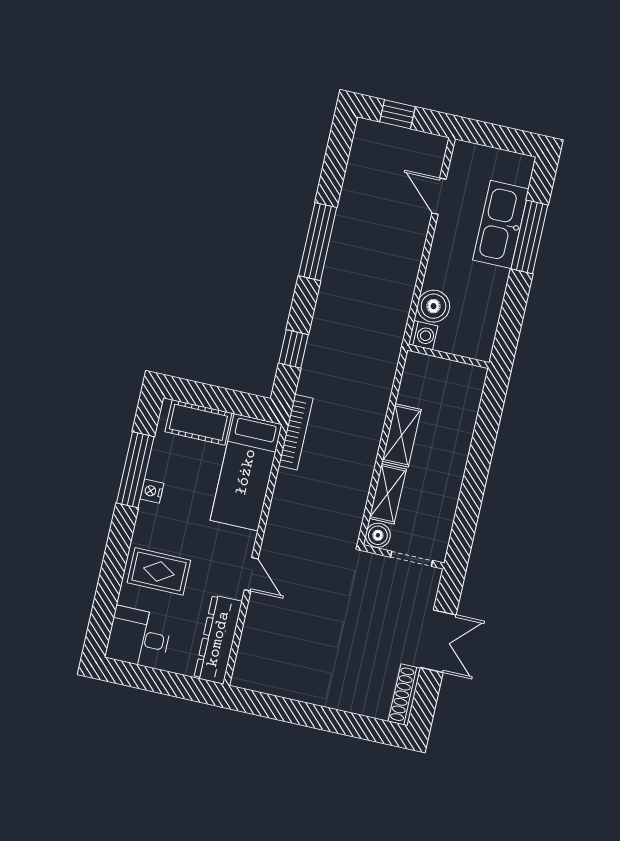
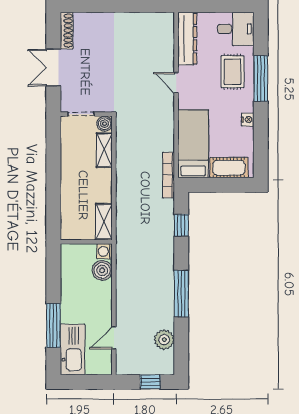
plant: (361, 176) -> (164, 340), added
door: (439, 196) -> (114, 338), swing flipped
kitchen sink: (501, 224) -> (73, 349), moved
shelving: (402, 435) -> (104, 222), moved
window: (135, 470) -> (261, 79), moved
rug: (159, 571) -> (232, 72), turned 90

